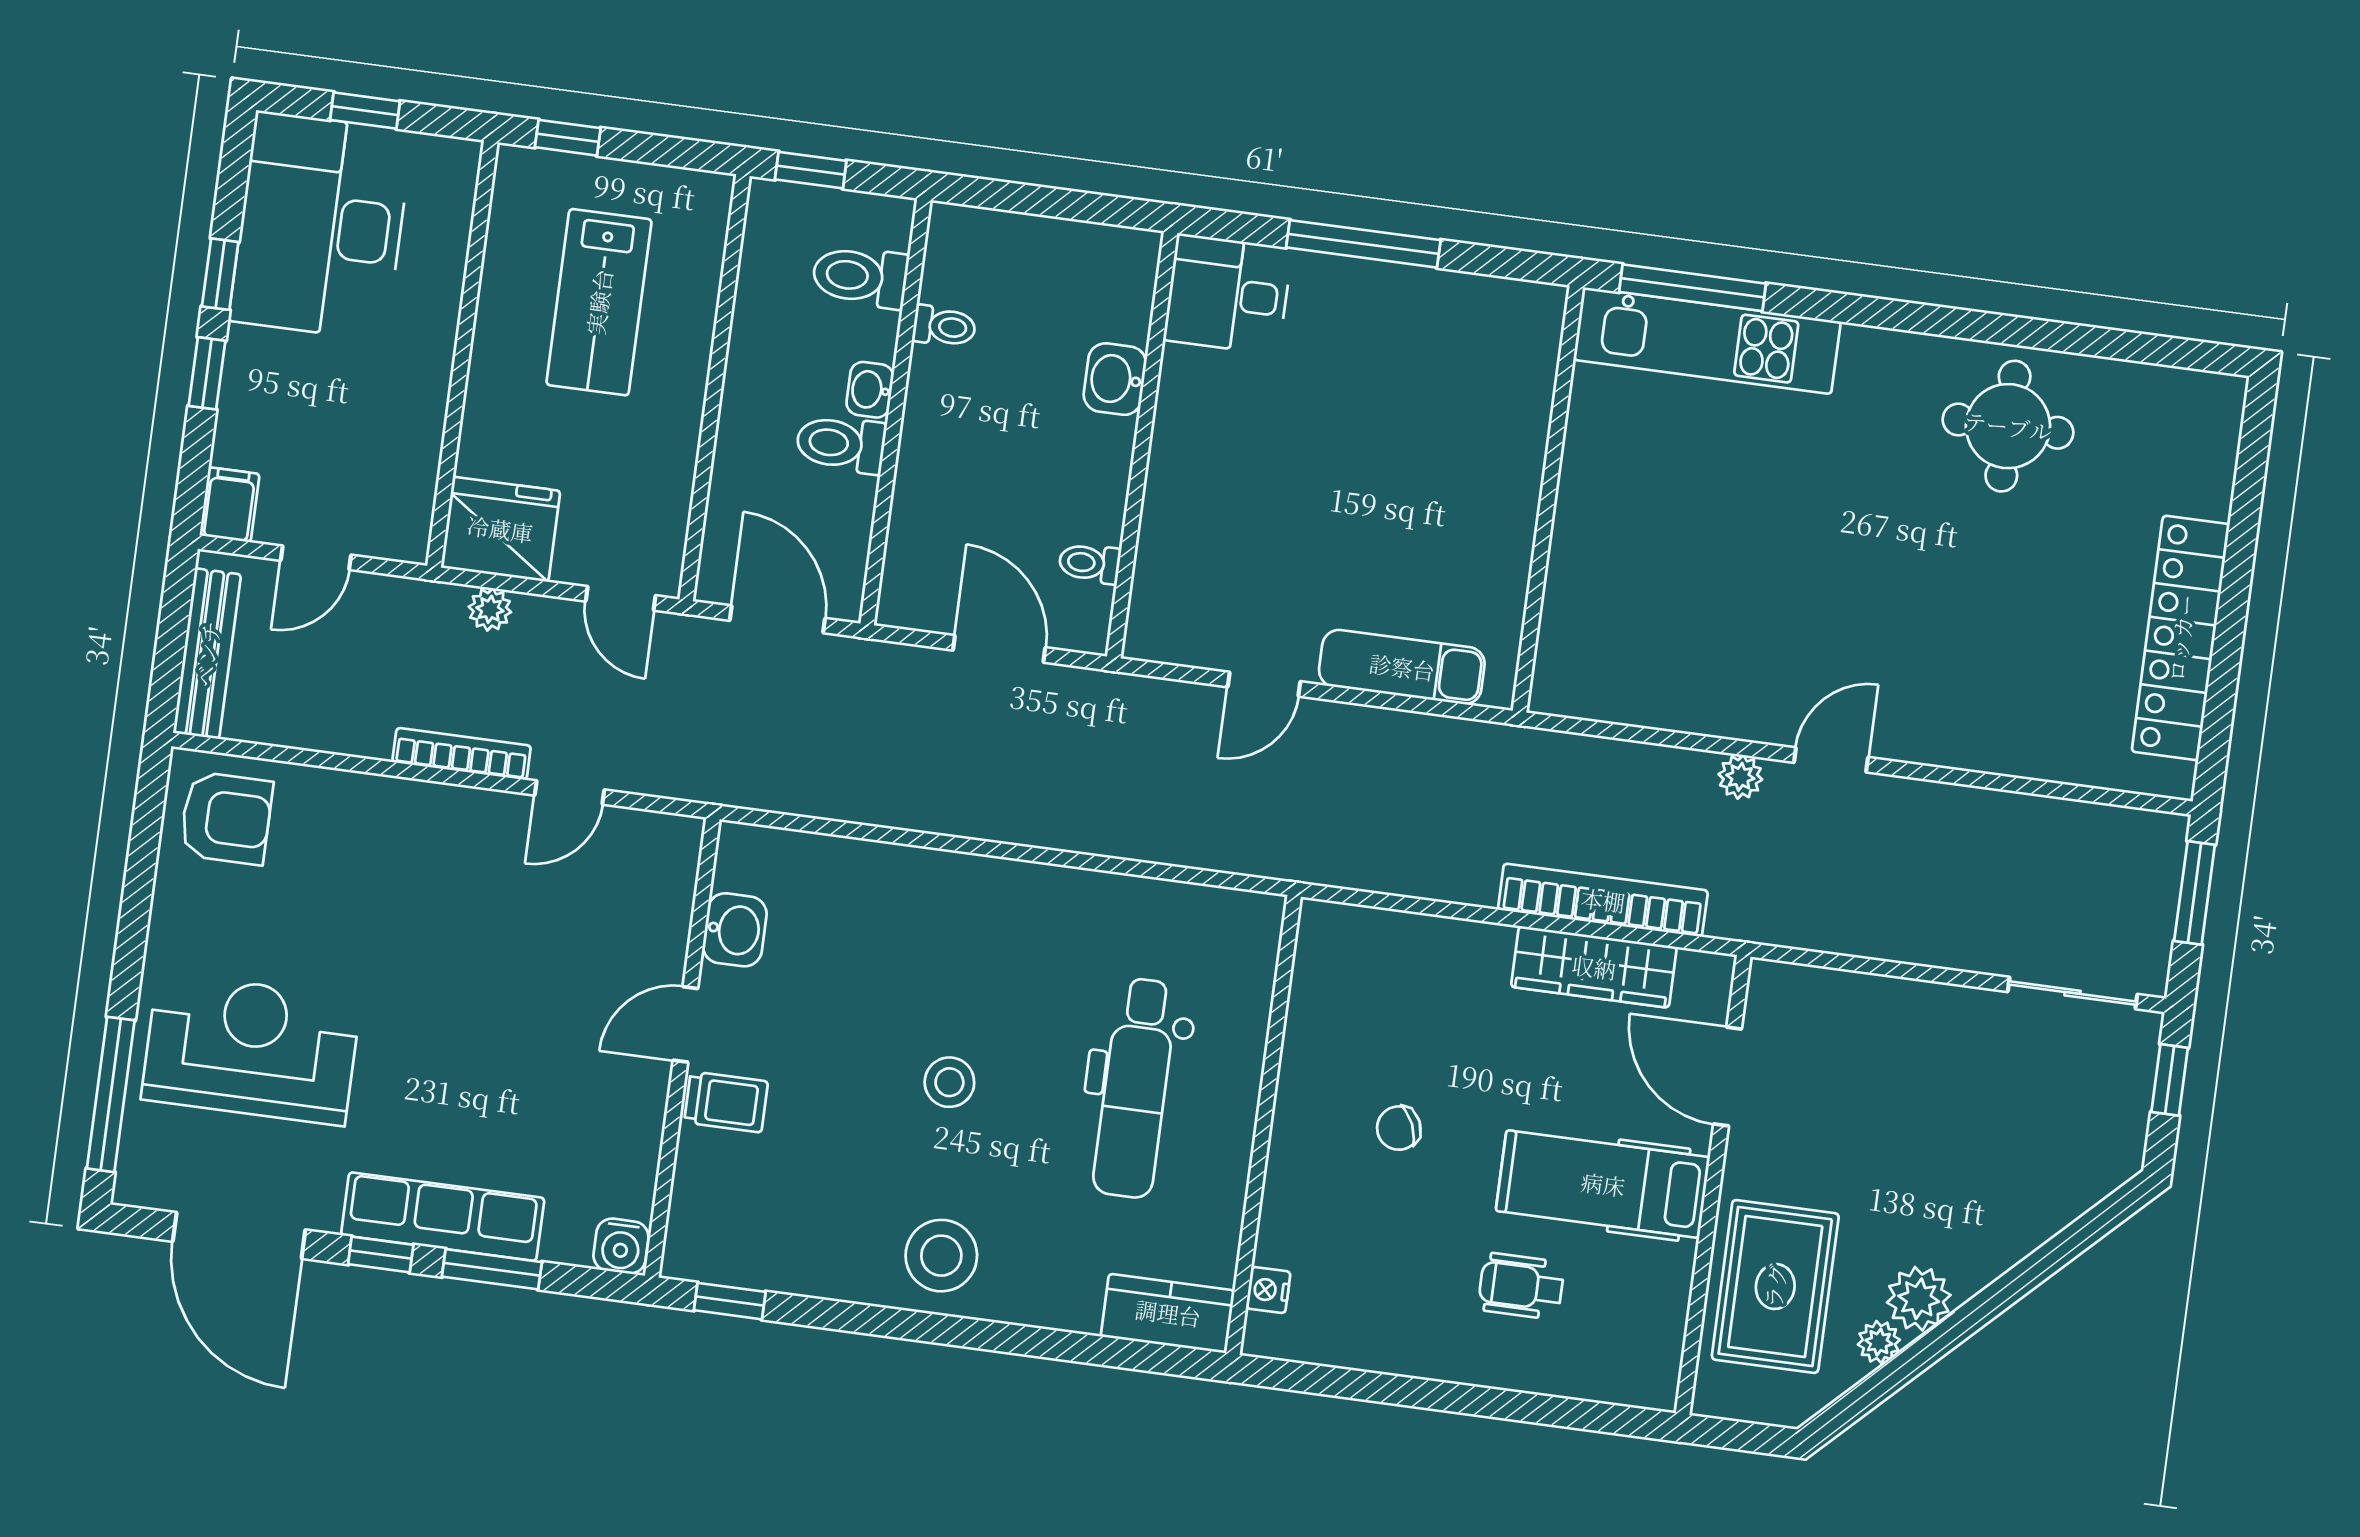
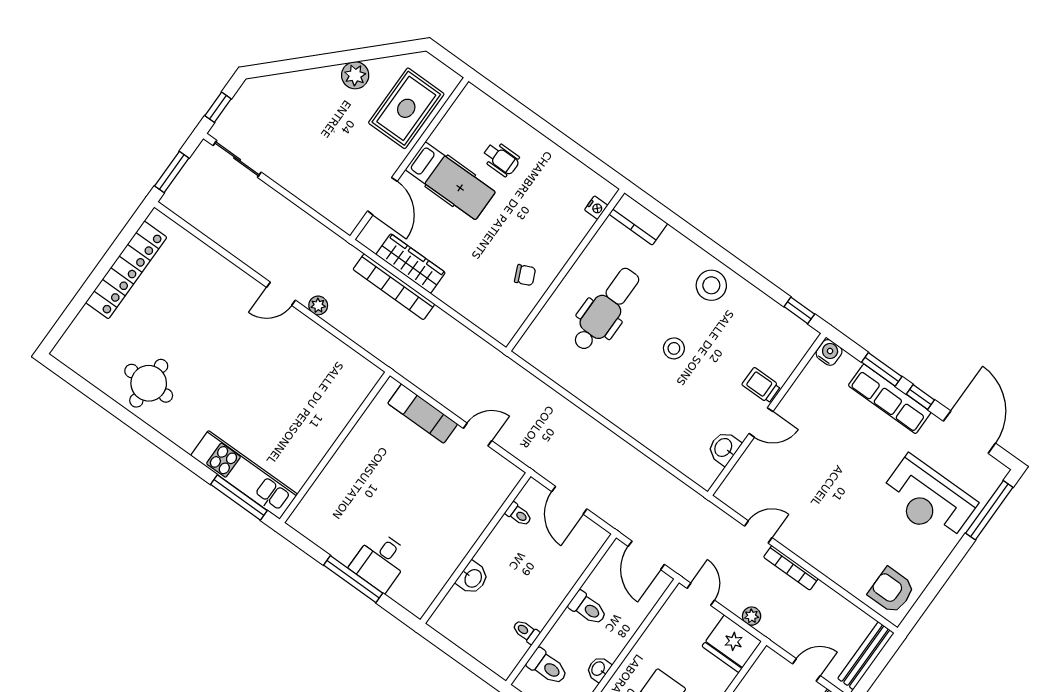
desk: (1228, 294) -> (380, 561), moved, turned 90
washbasin: (870, 390) -> (599, 669), moved, turned 180
chair: (1399, 1128) -> (525, 275), moved
plant: (1879, 1342) -> (379, 67), removed

